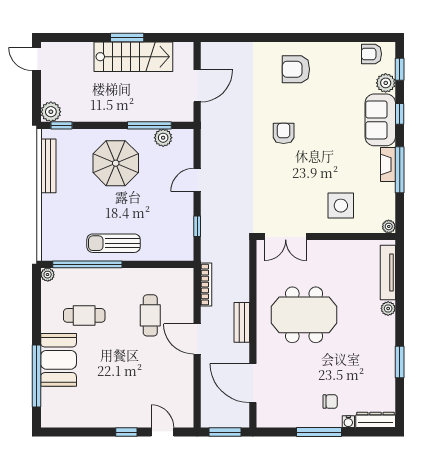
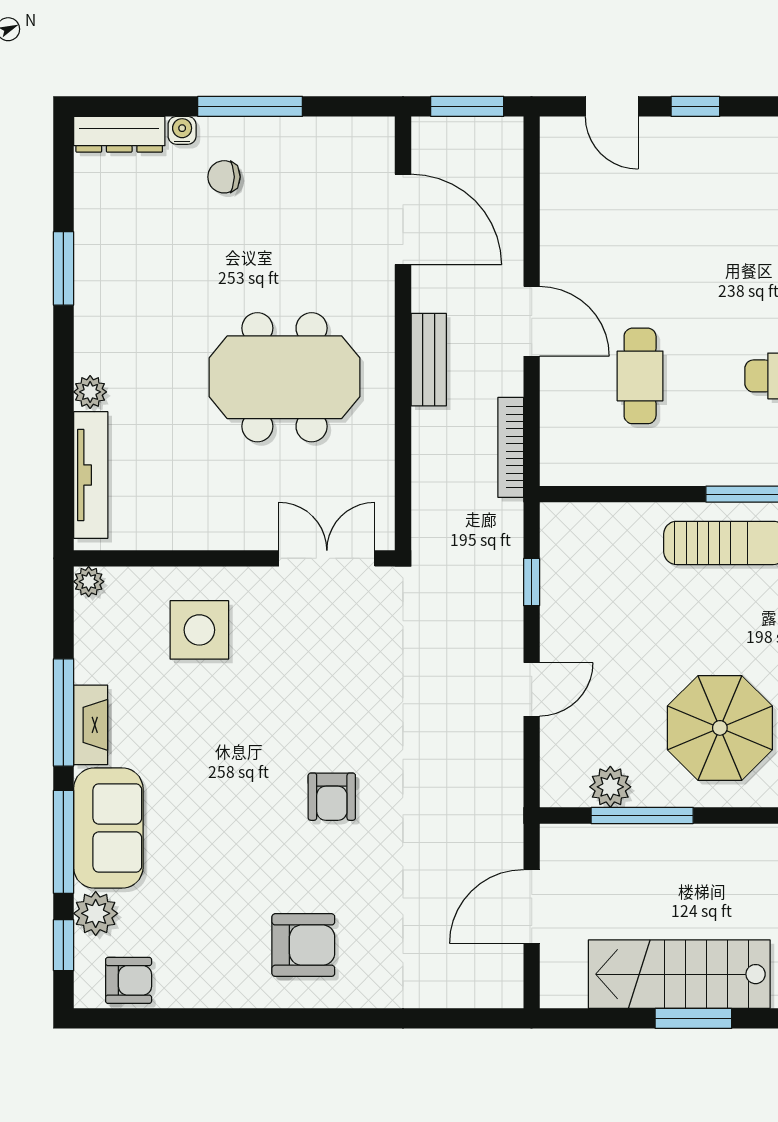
window: (400, 114) -> (63, 842), width x2.17

